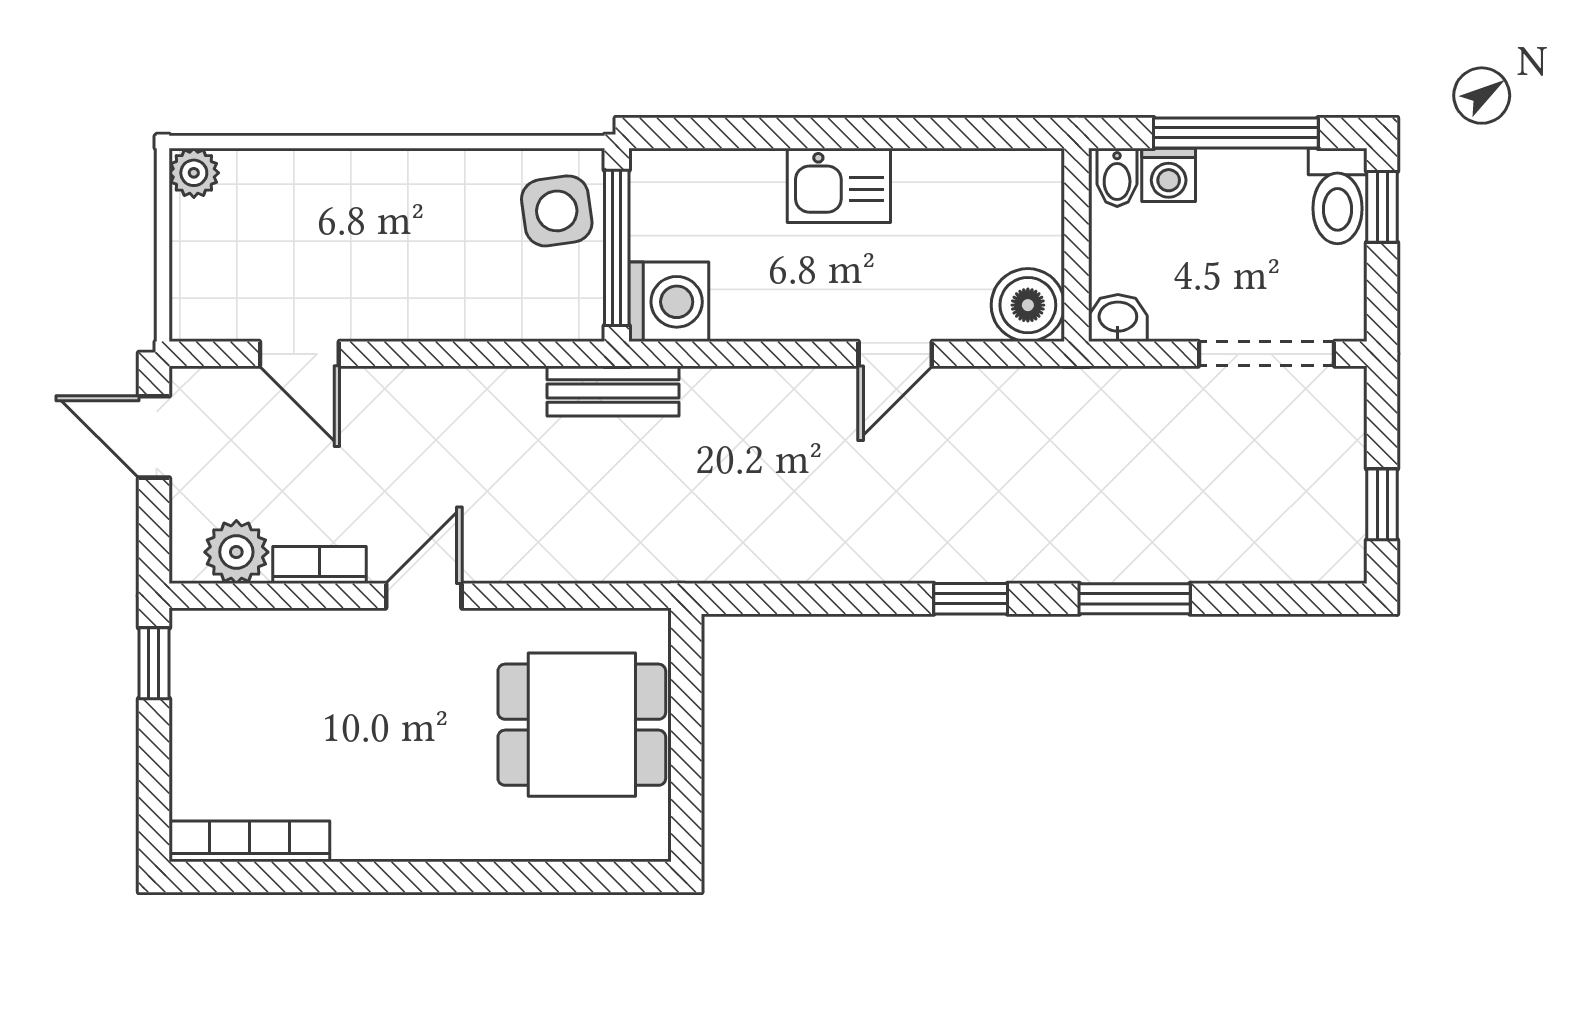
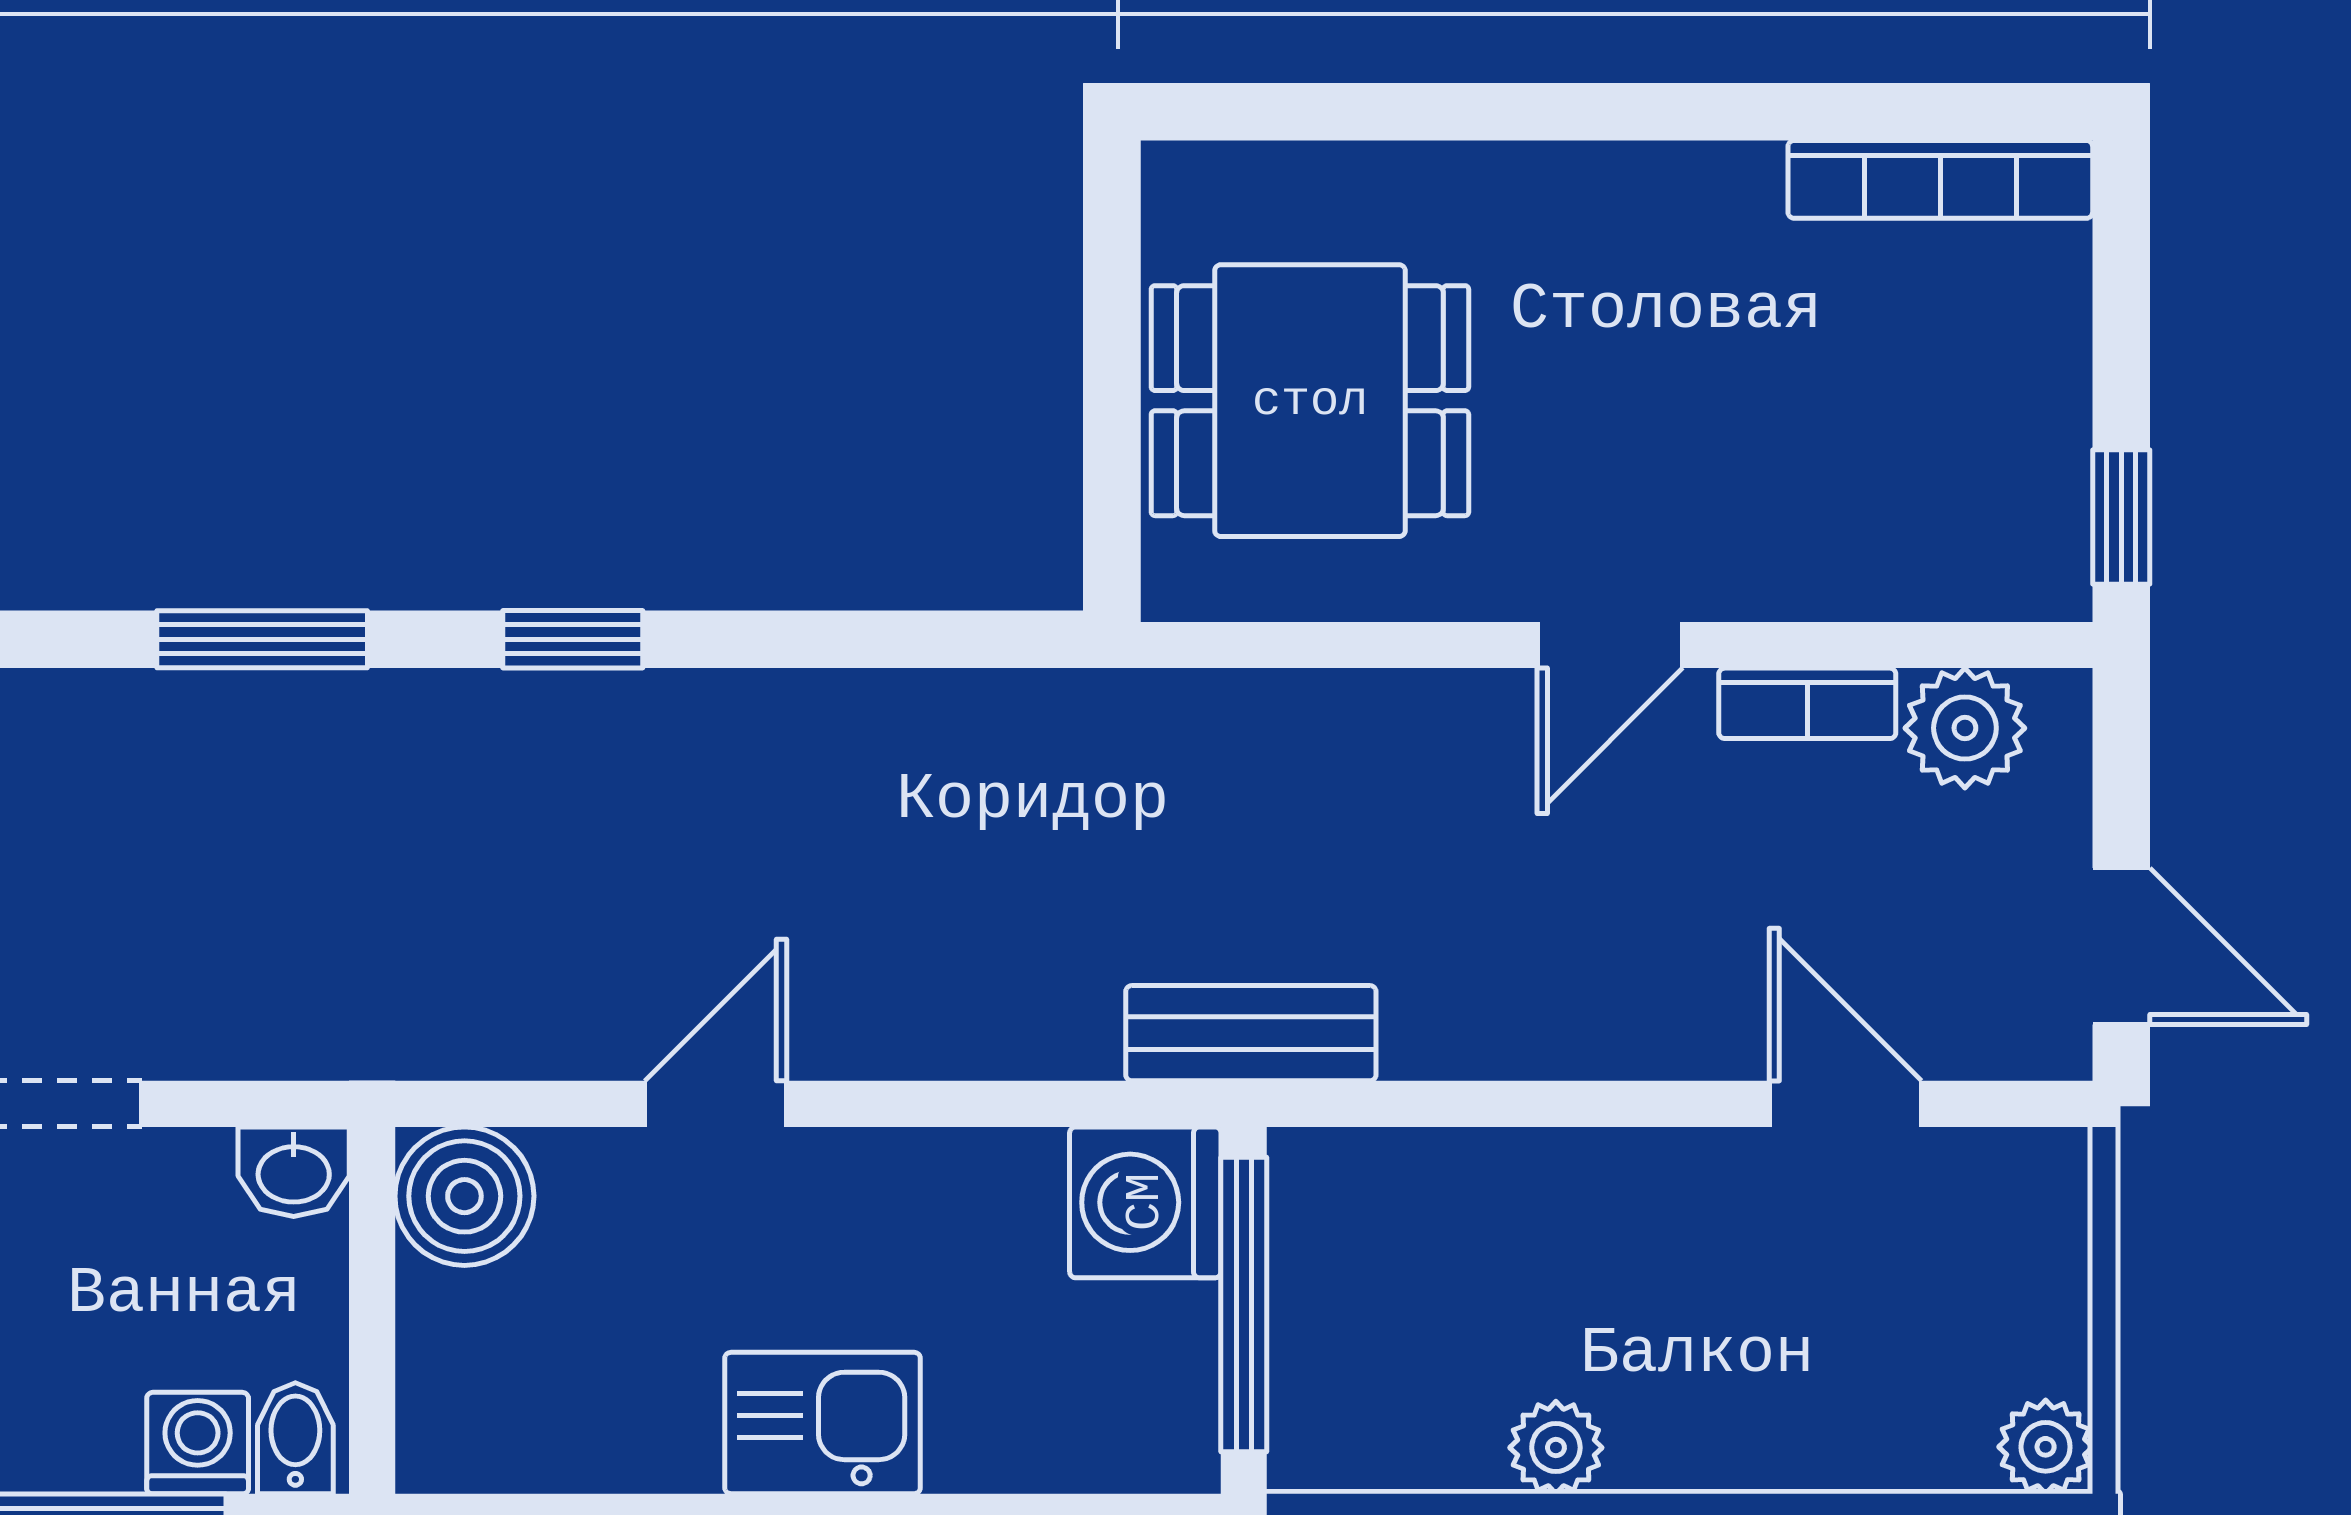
plant: (452, 172) -> (1556, 1448), added
side table: (557, 211) -> (1358, 1375), removed

